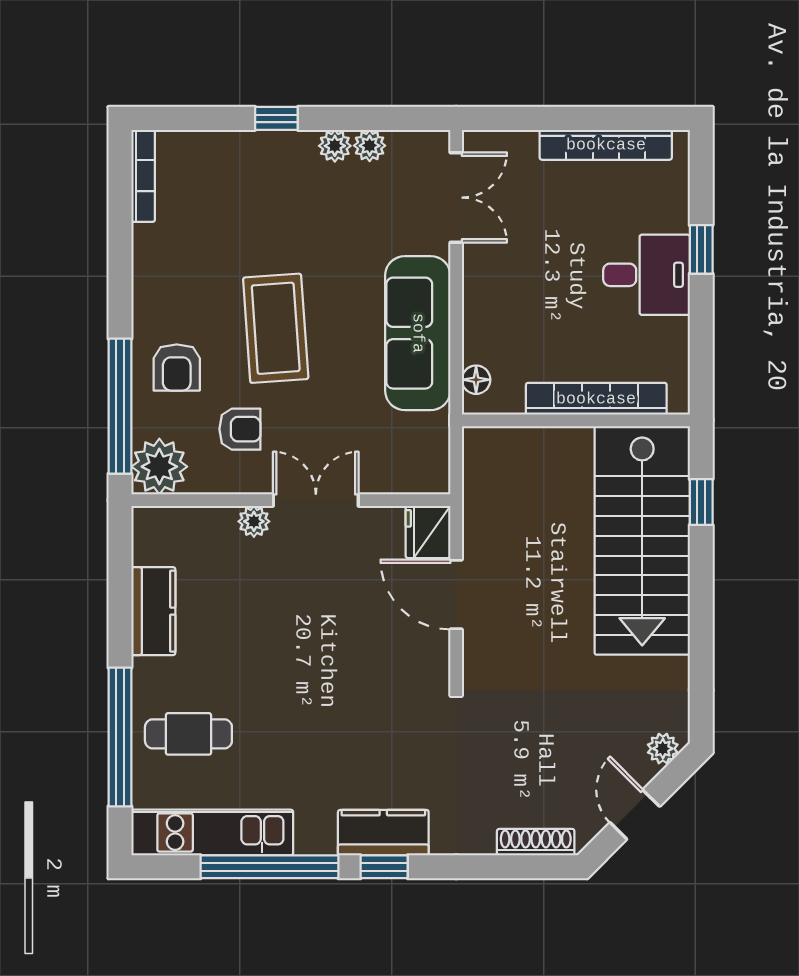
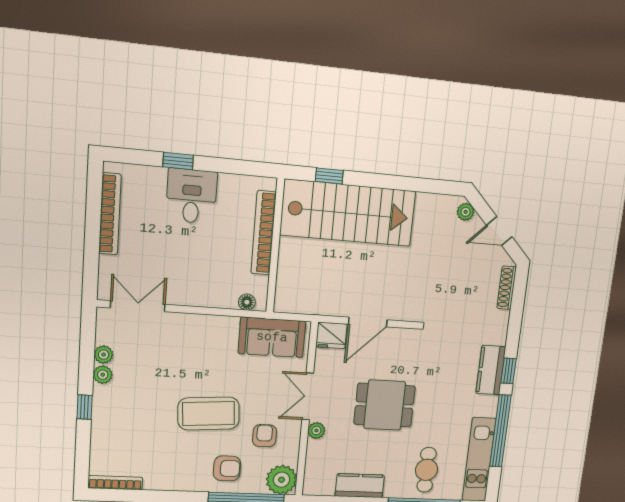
sofa: (418, 333) -> (272, 337), moved, width x0.73
dining table: (307, 641) -> (385, 405), added

